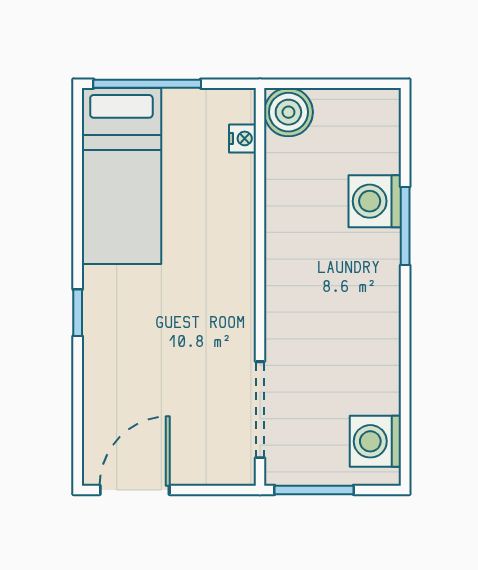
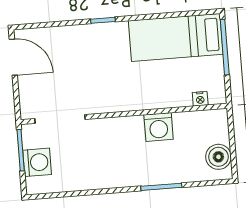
boiler: (288, 112) -> (218, 157), moved
washing machine: (375, 201) -> (159, 127), moved, turned 180
washing machine: (375, 441) -> (37, 162), moved, turned 90

